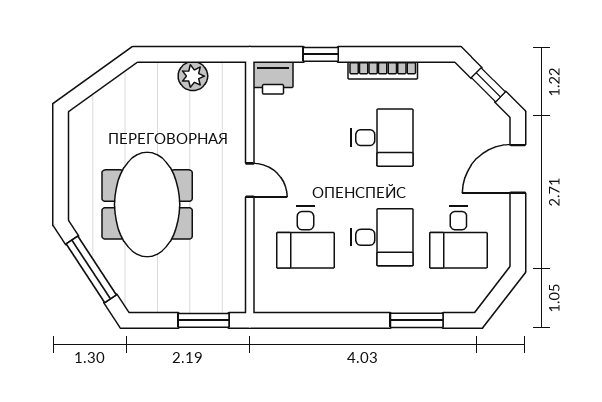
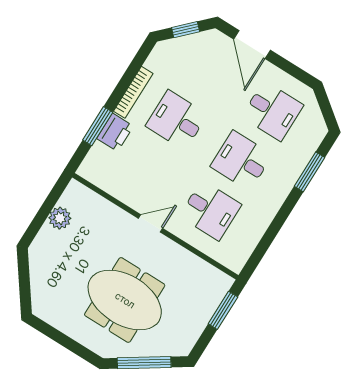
window: (321, 54) -> (98, 126), width x1.50
printer: (273, 78) -> (115, 132), moved
desk: (382, 138) -> (177, 120), turned -90
desk: (382, 237) -> (241, 161), turned -90

